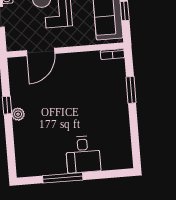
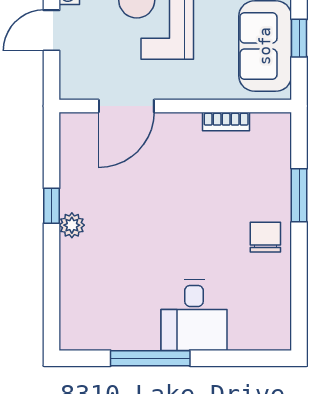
bookcase: (112, 54) -> (226, 121), moved
chair: (116, 112) -> (265, 237), added

